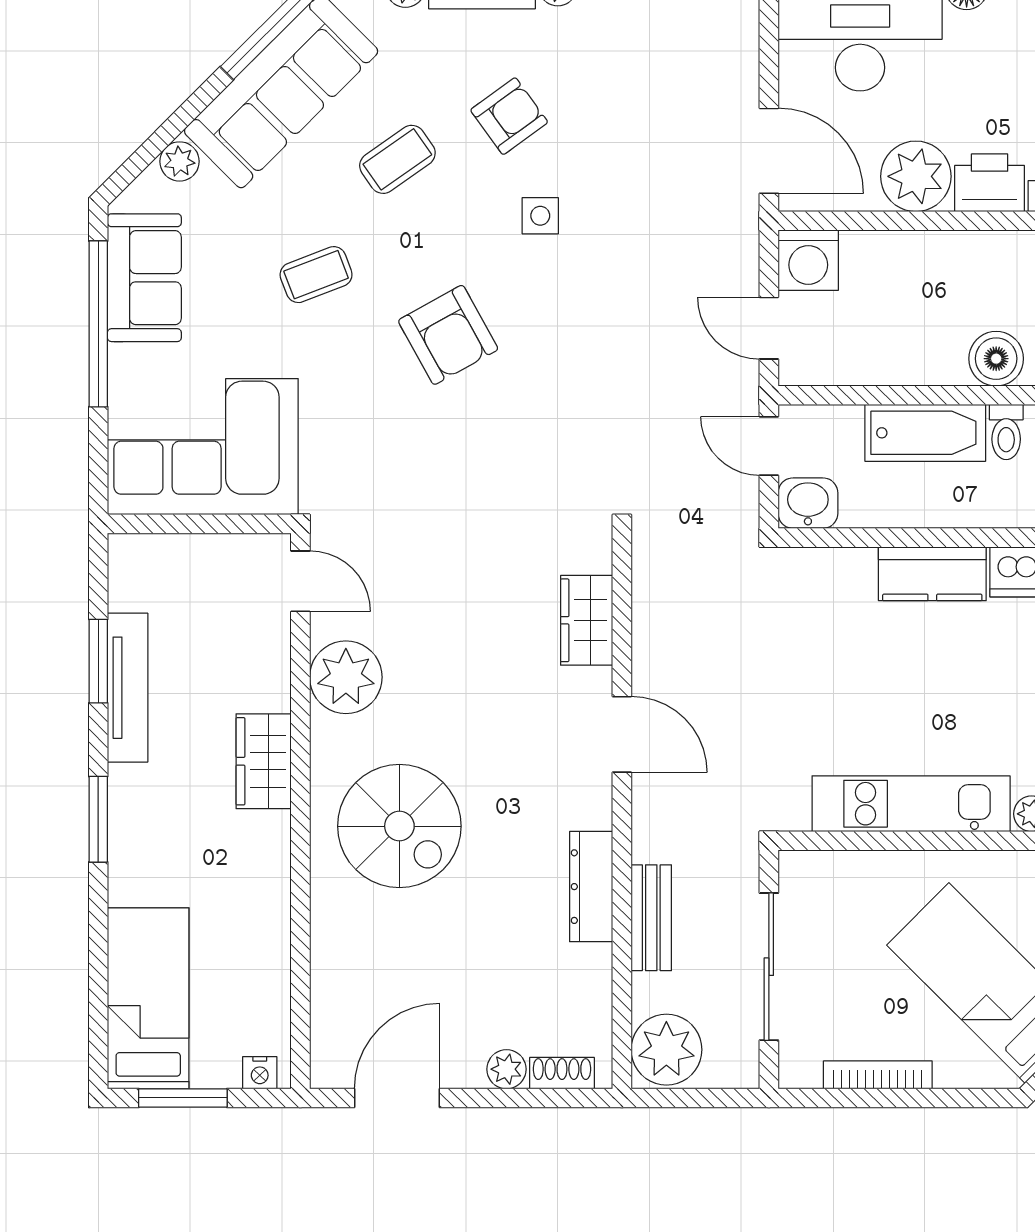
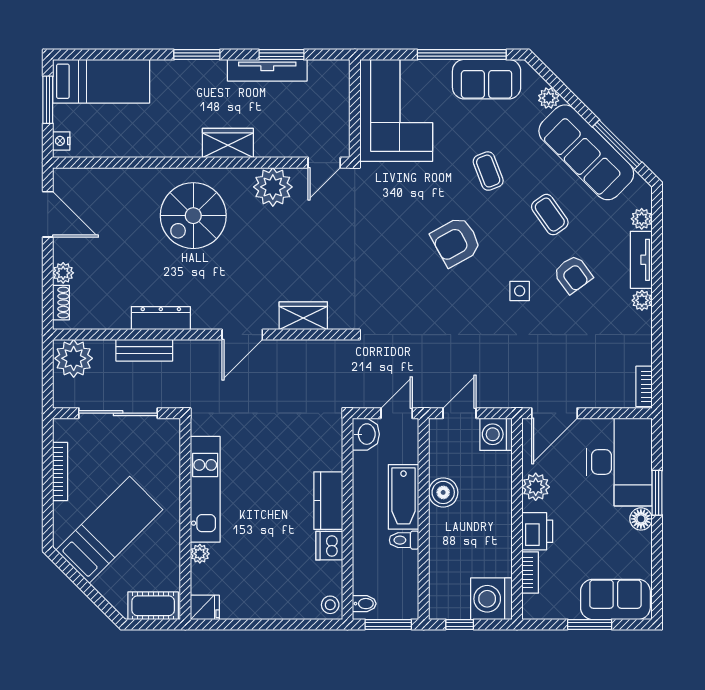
plant: (916, 176) -> (536, 487), width x0.73, depth x0.73
boiler: (996, 359) -> (443, 492), moved

